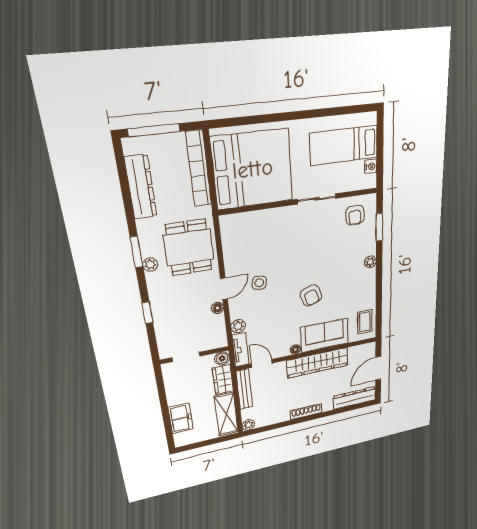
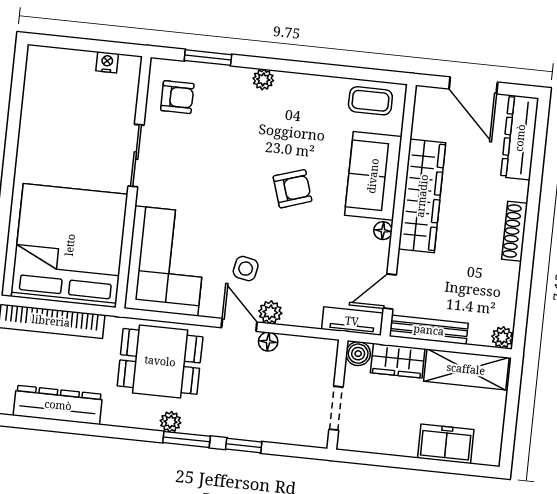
bed: (344, 145) -> (66, 102), removed
corner sofa: (255, 234) -> (166, 261), added
window: (137, 252) -> (187, 439), moved
plant: (238, 326) -> (270, 312), moved

